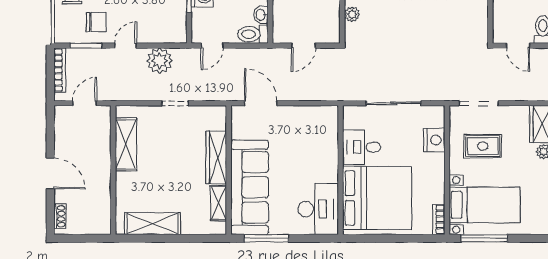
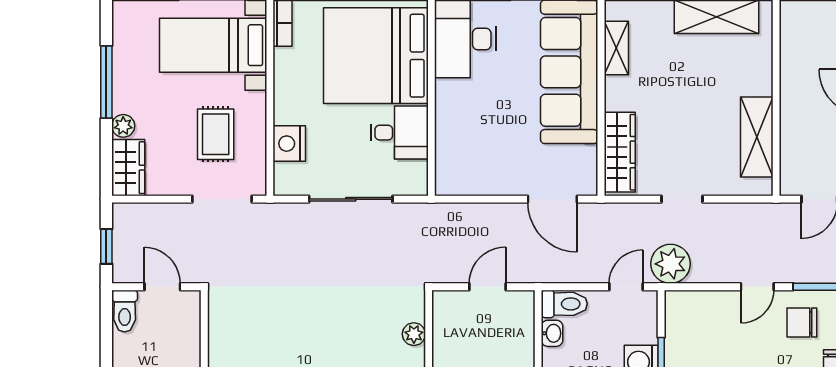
plant: (160, 61) -> (671, 264), moved
rug: (483, 146) -> (216, 134), turned 90
wardrobe: (216, 157) -> (620, 152), moved

